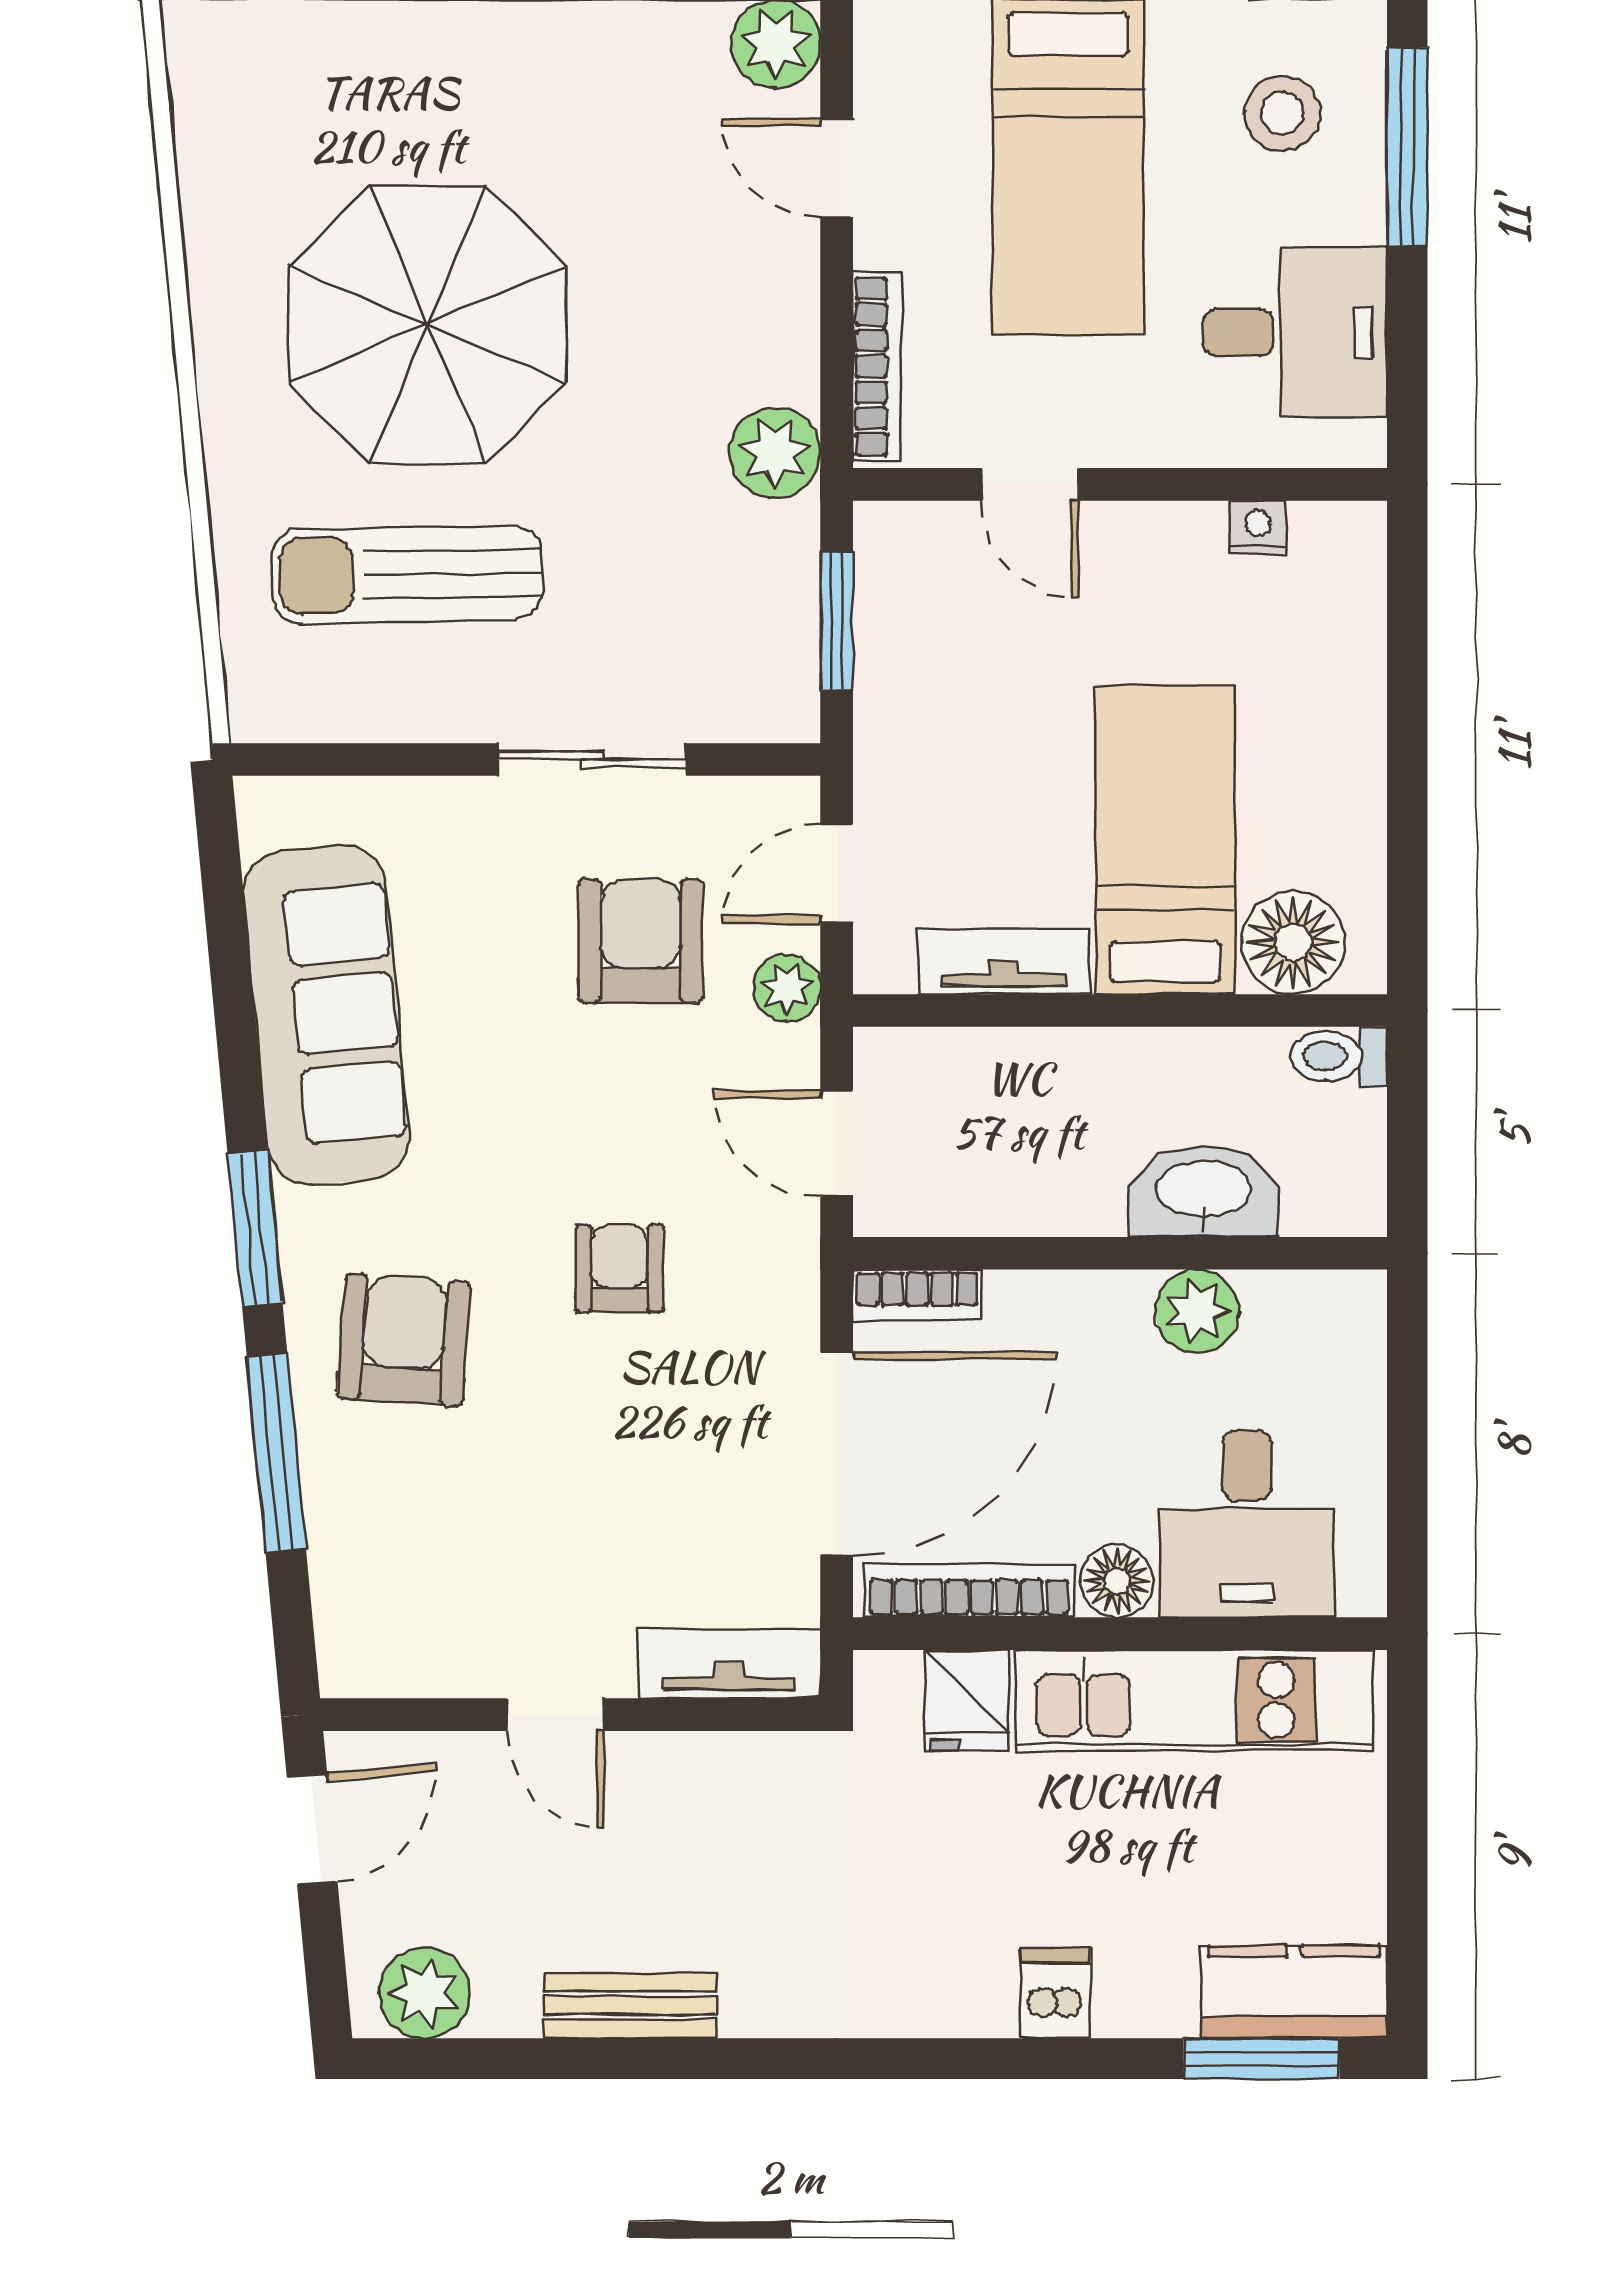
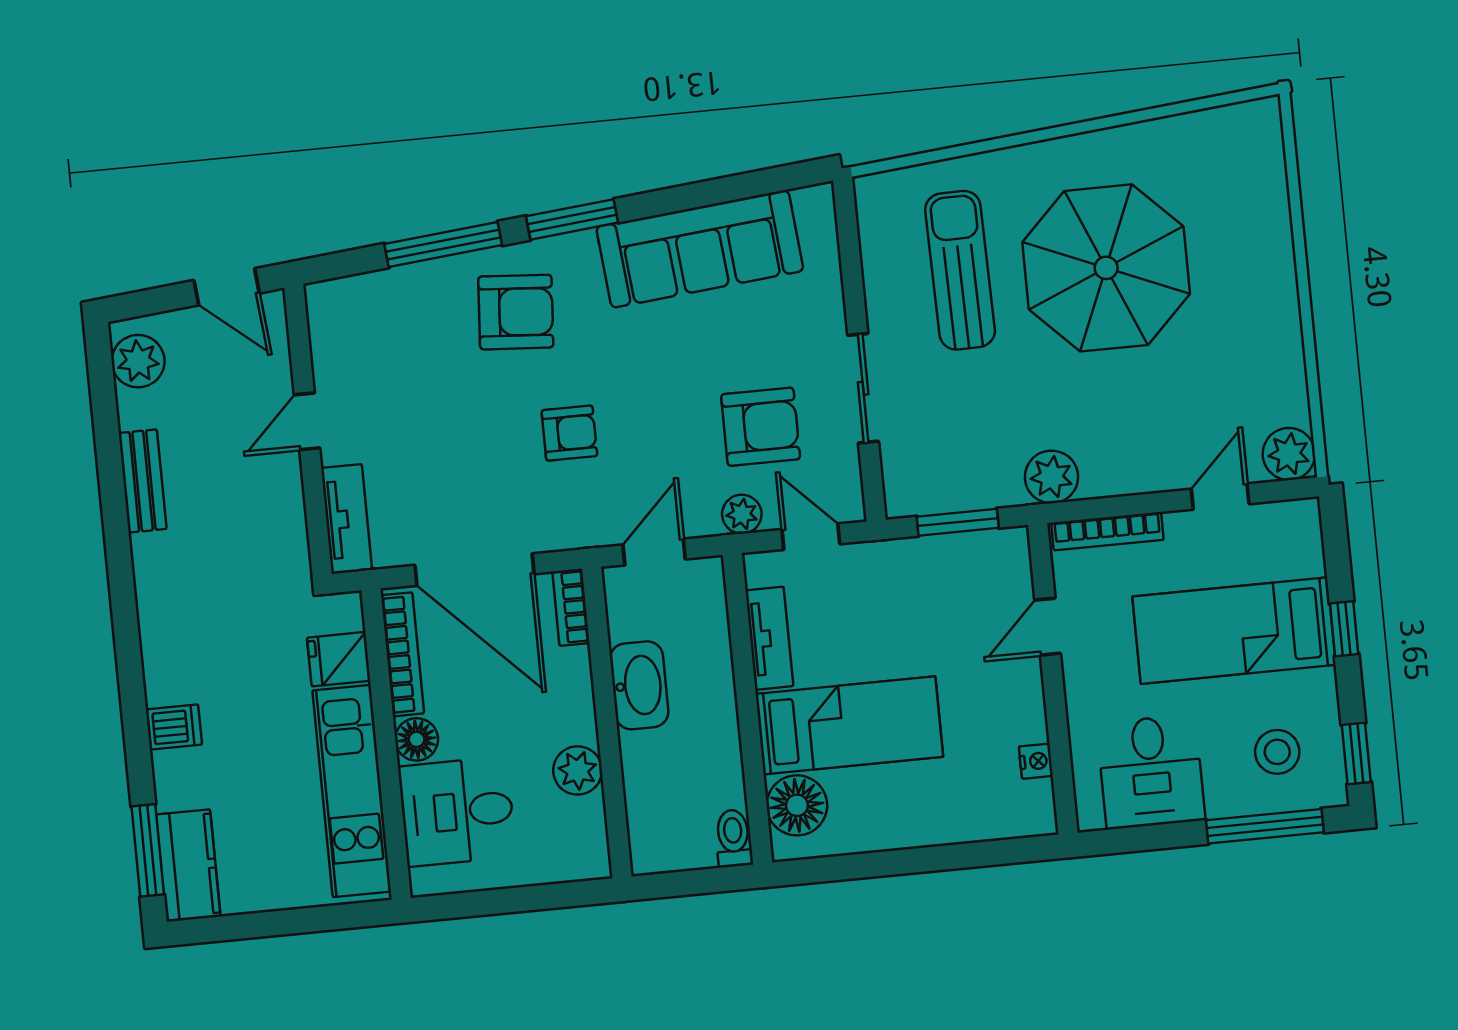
washbasin: (1203, 1192) -> (639, 685), moved

